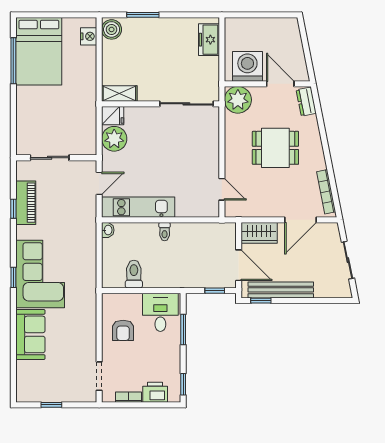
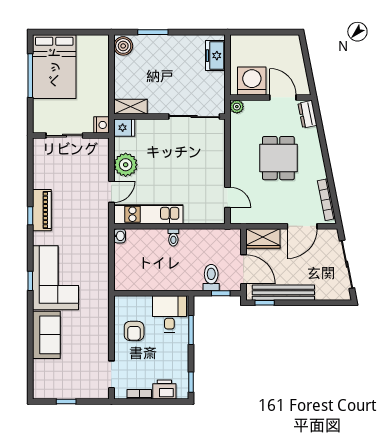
nightstand: (89, 36) -> (101, 125), moved
plant: (238, 100) -> (237, 107), width x0.53, depth x0.53
plant: (114, 139) -> (126, 165), moved
dining table: (275, 148) -> (278, 158), turned 90
sliding door: (50, 158) -> (64, 136), moved
wall: (56, 158) -> (71, 136), moved
sliding door: (348, 260) -> (347, 264), width x1.37
toilet: (134, 274) -> (211, 278), moved

